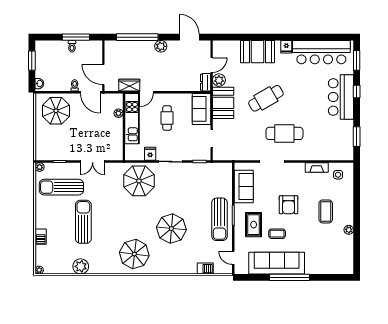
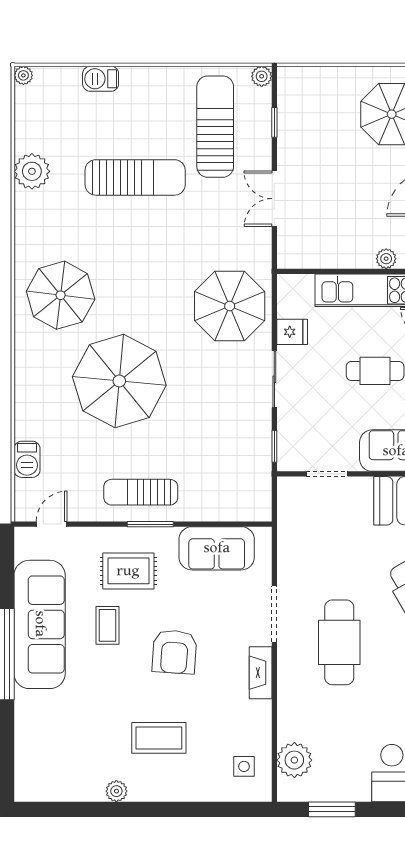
plant: (335, 153) -> (294, 760), added
fireplace: (317, 167) -> (261, 673), moved
armchair: (289, 205) -> (174, 652), turned -86
sun lounger: (219, 219) -> (141, 492), width x0.73, depth x0.75
parasol: (171, 229) -> (119, 381), width x1.36, depth x1.36

